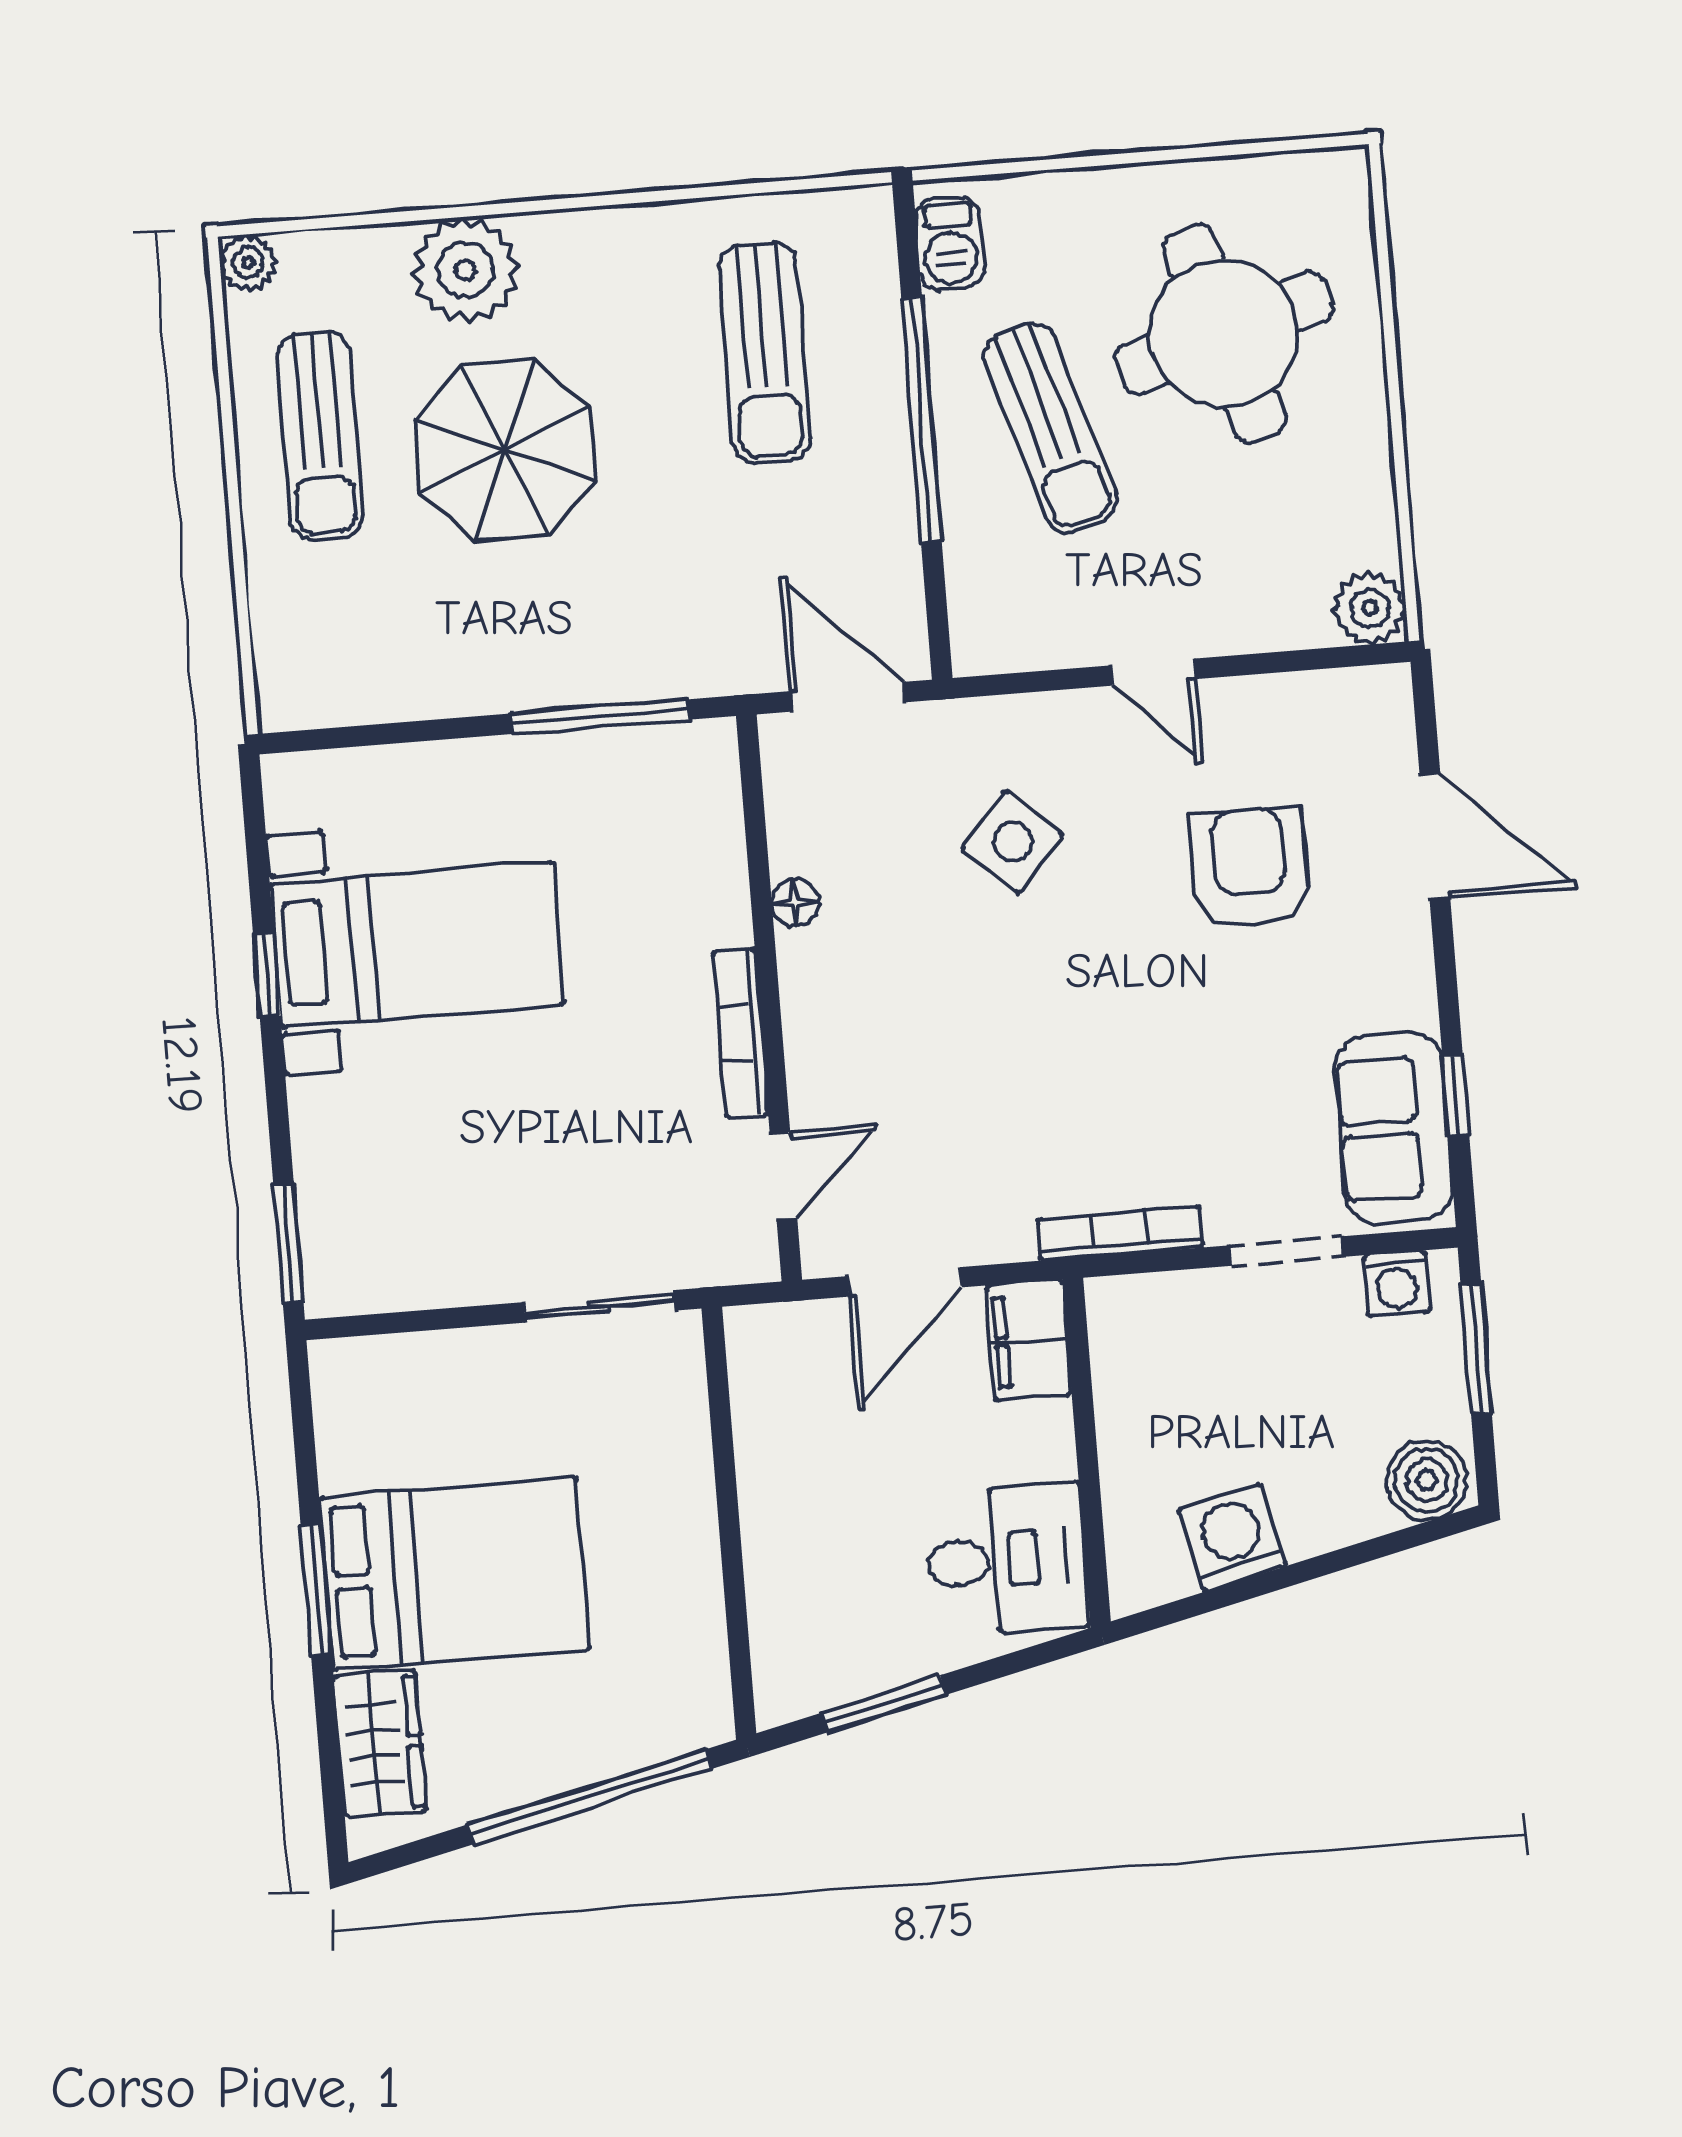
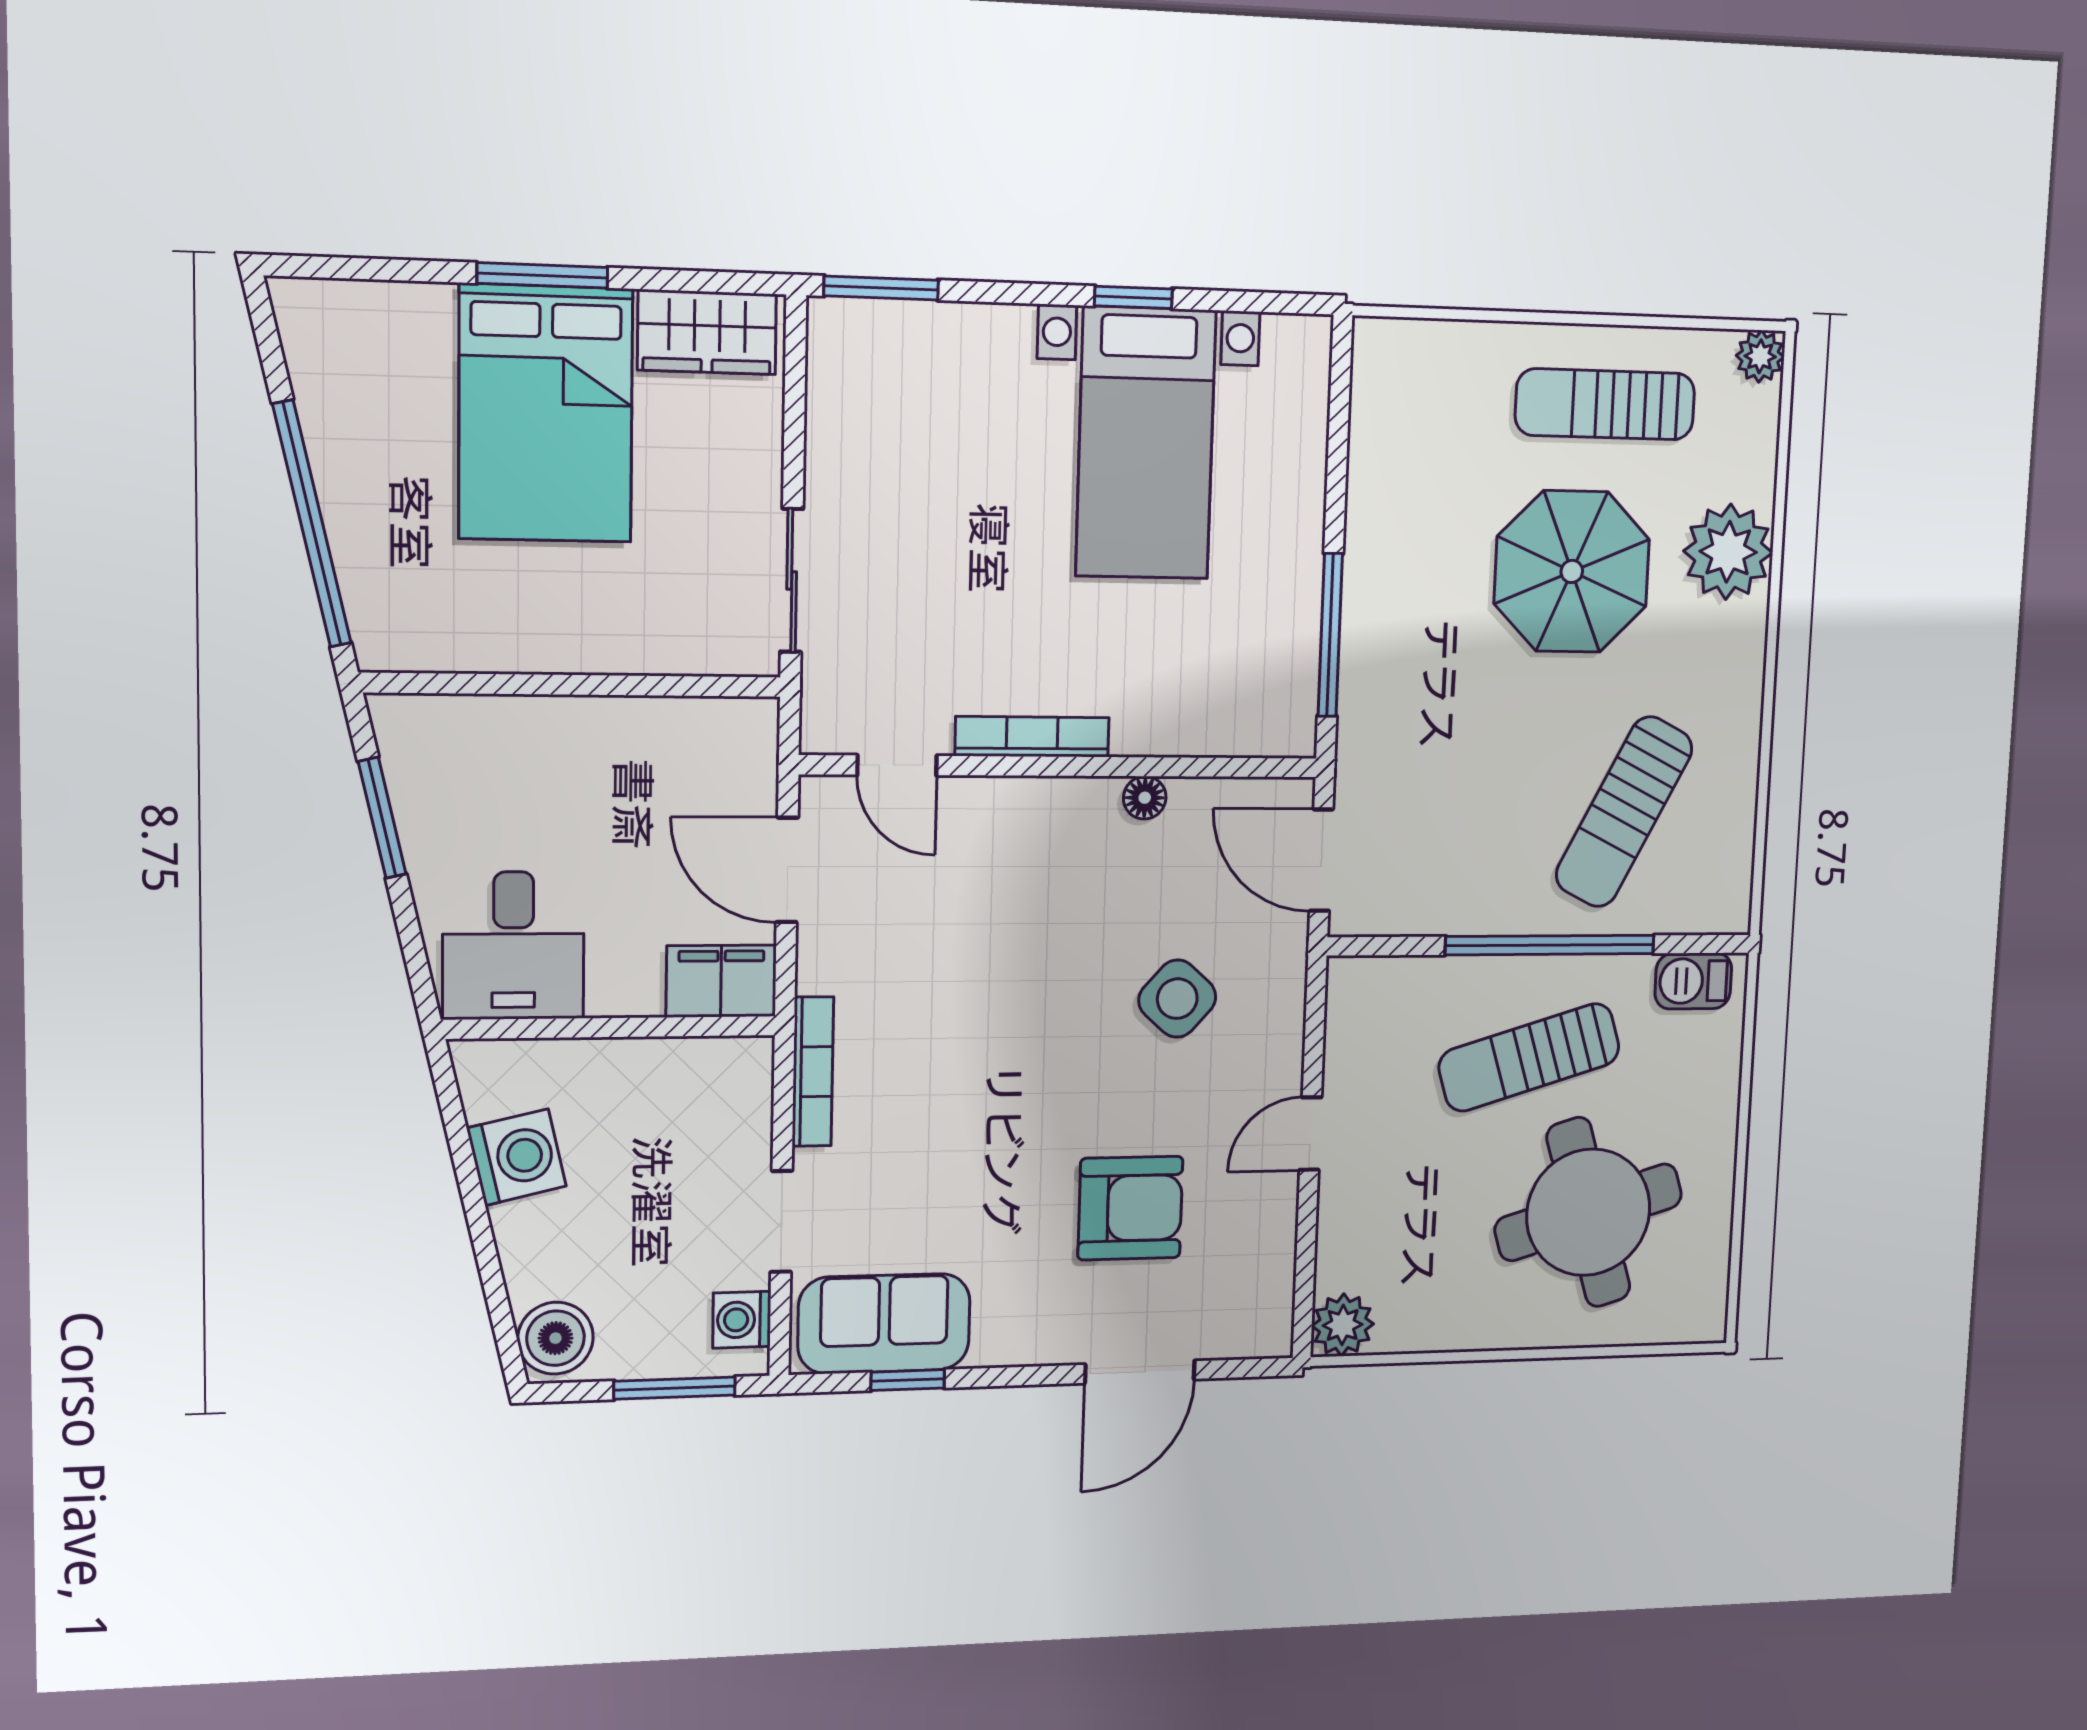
sun lounger: (765, 353) -> (1624, 812), turned -63
door: (847, 697) -> (1321, 860), swing flipped
wardrobe: (380, 1743) -> (707, 332), moved

